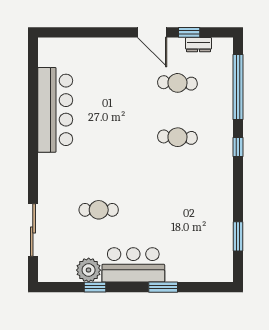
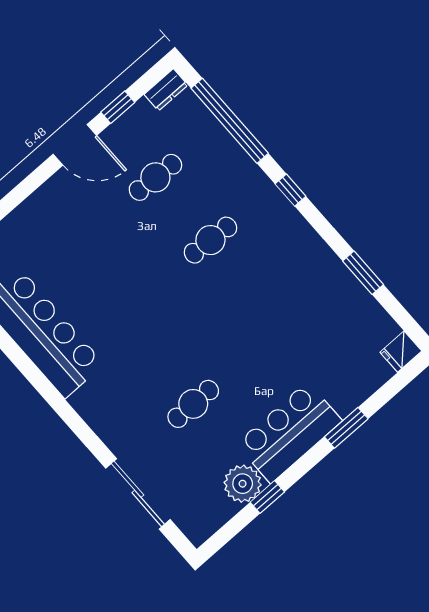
dresser: (199, 45) -> (166, 90), moved
window: (238, 236) -> (363, 273), moved
fridge: (223, 273) -> (401, 352), added

